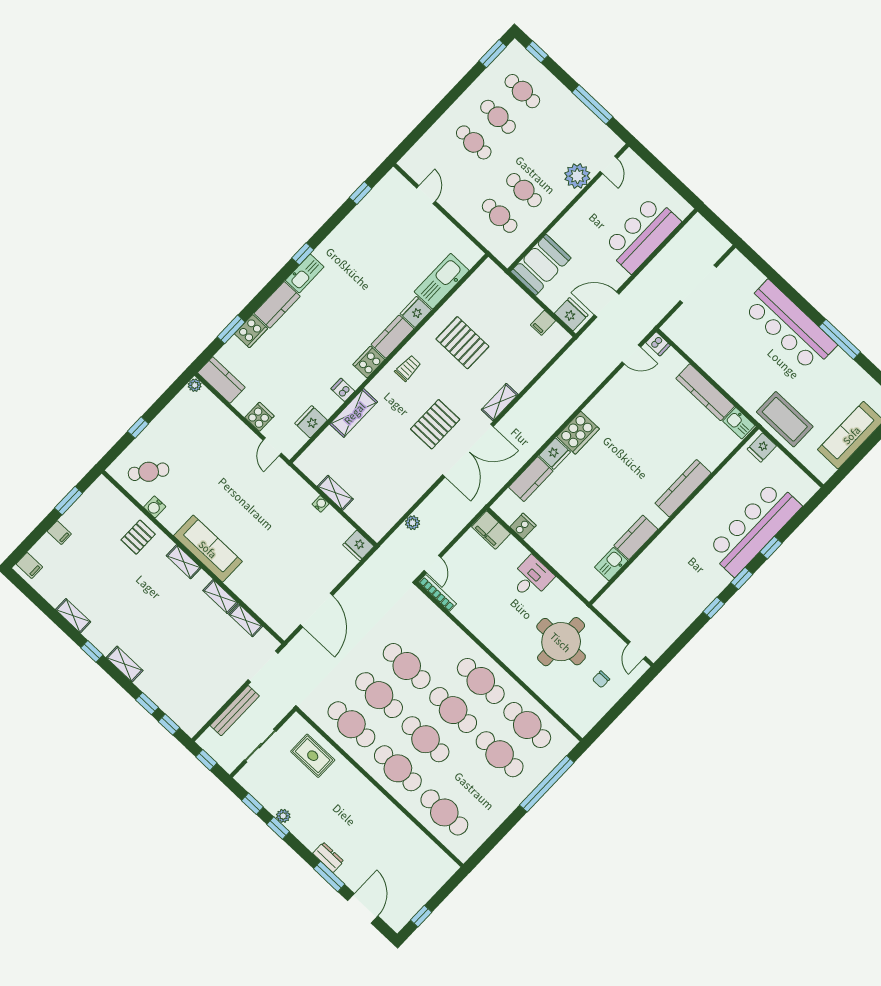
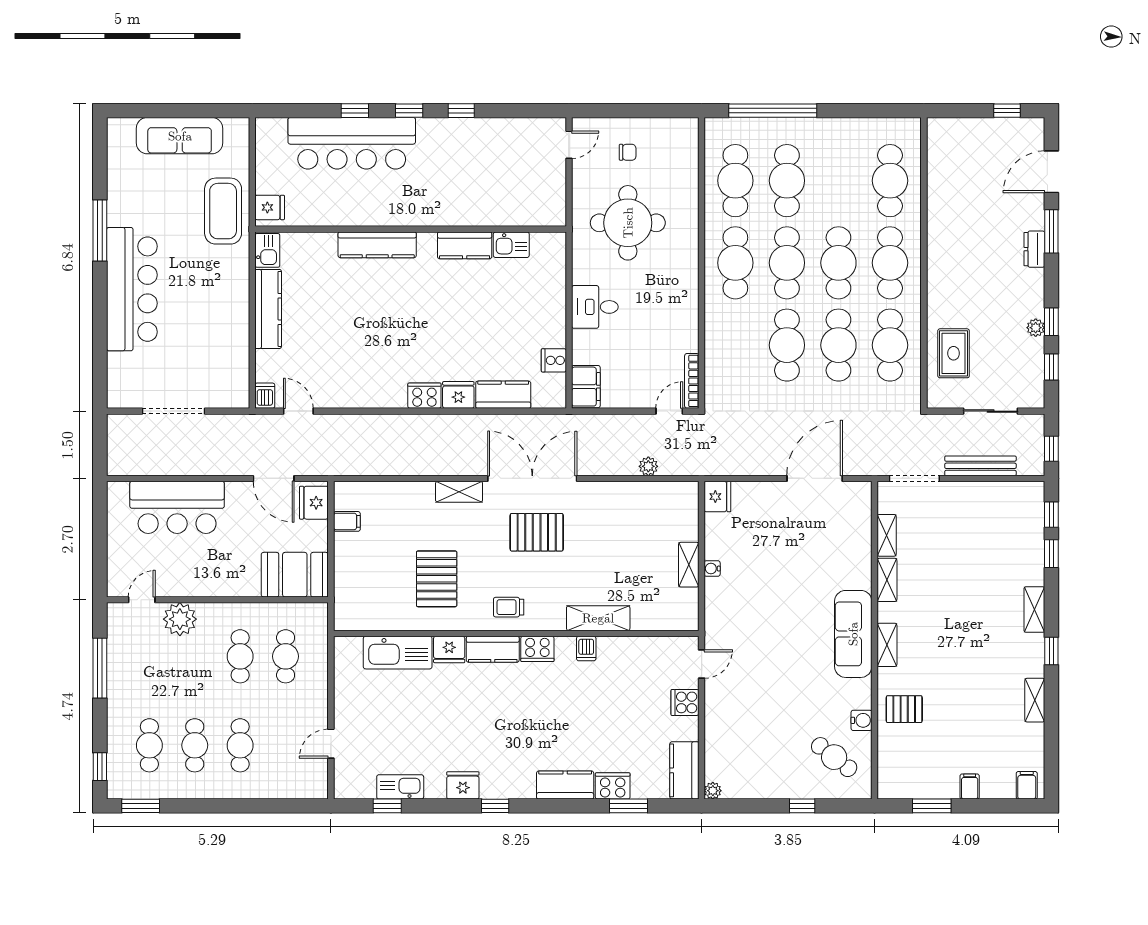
kitchen sink: (305, 273) -> (400, 787), moved
fridge: (311, 422) -> (463, 785), moved, turned 180
cooker: (578, 433) -> (424, 396), width x0.73, depth x0.76

